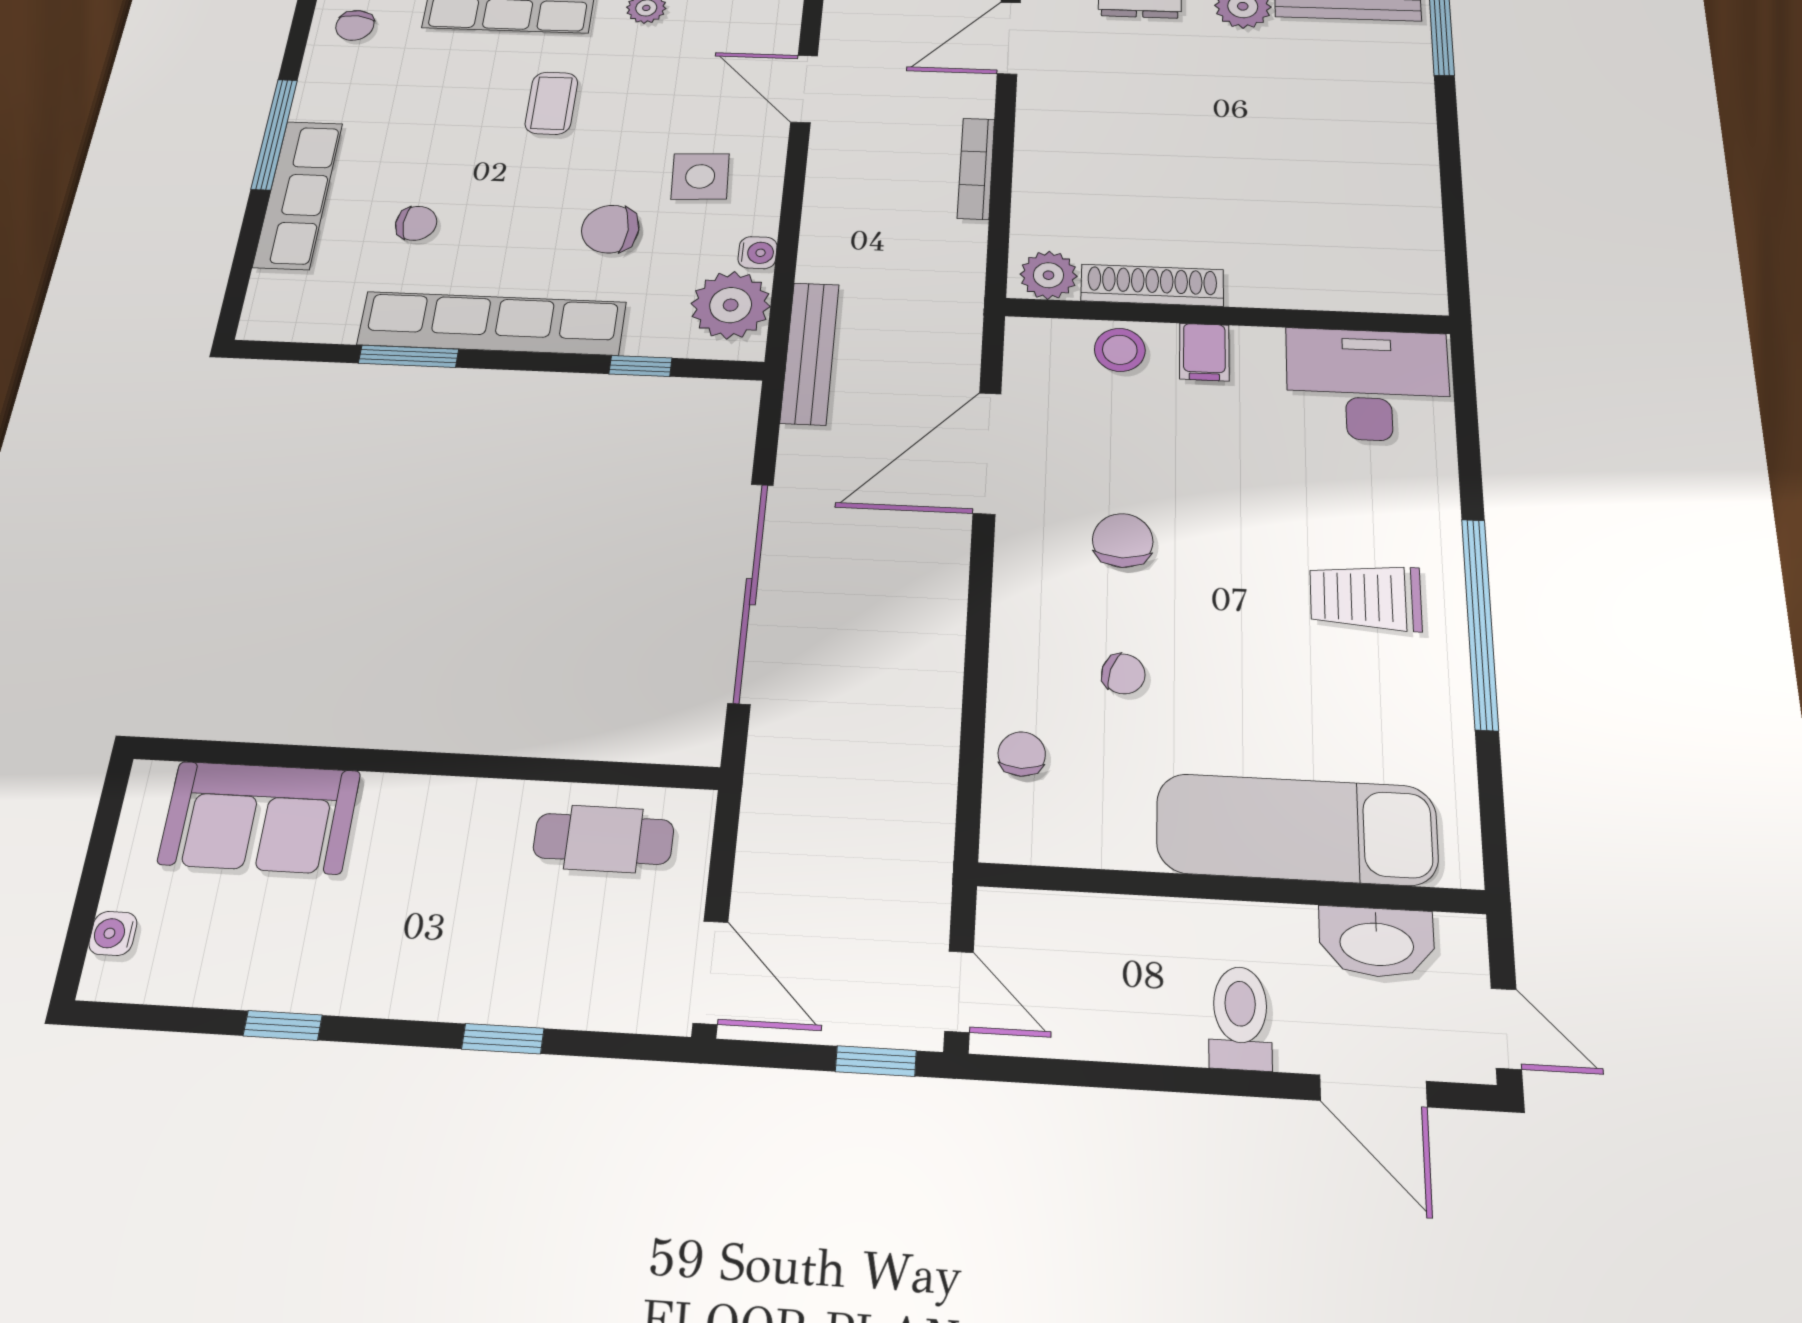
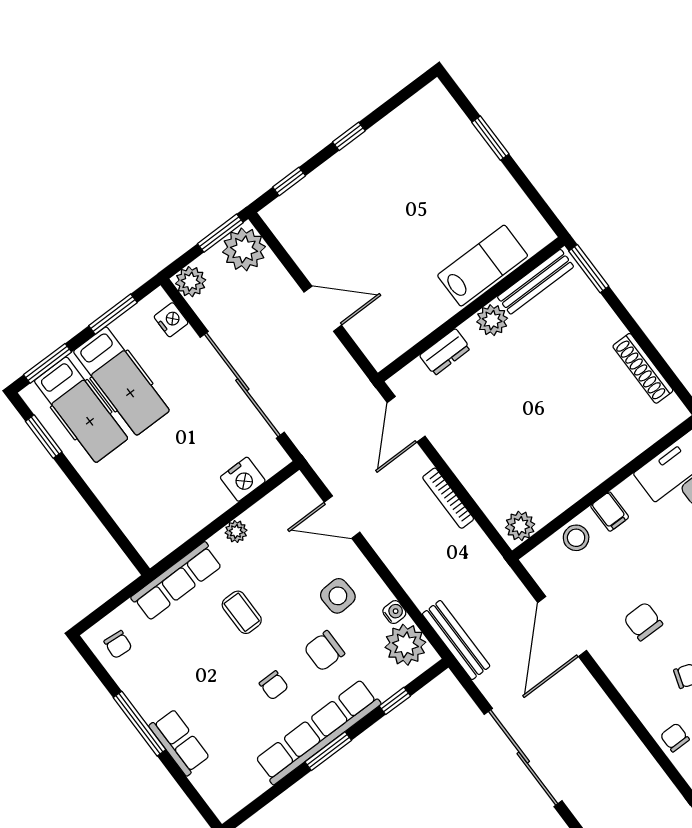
row of seats: (298, 195) -> (179, 742), width x0.68
chair: (416, 223) -> (274, 685), moved, turned 90
shoe rack: (1152, 285) -> (643, 368), moved, turned -90
window: (409, 356) -> (328, 751), moved

